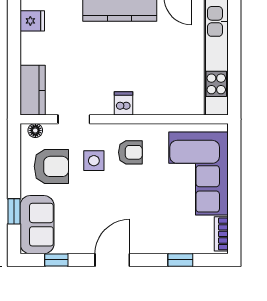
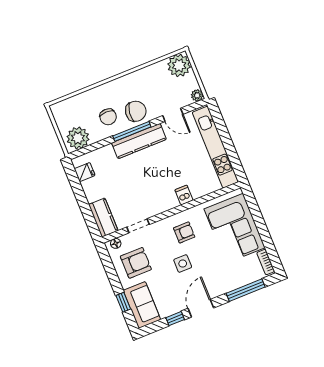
dishwasher: (123, 103) -> (184, 195), moved
side table: (94, 161) -> (183, 264), moved
window: (56, 260) -> (175, 319), moved
window: (180, 260) -> (246, 290), width x2.17

